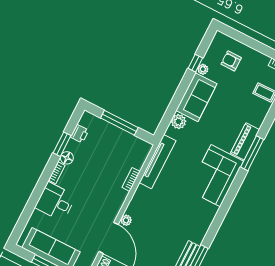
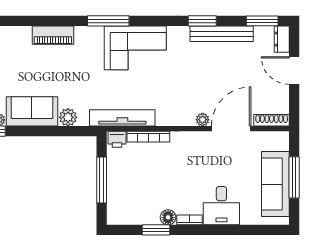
printer: (80, 134) -> (117, 139), moved, turned 180
window: (252, 153) -> (108, 21), moved
corner sofa: (216, 176) -> (135, 48), moved
bookcase: (131, 179) -> (148, 137), width x1.56

